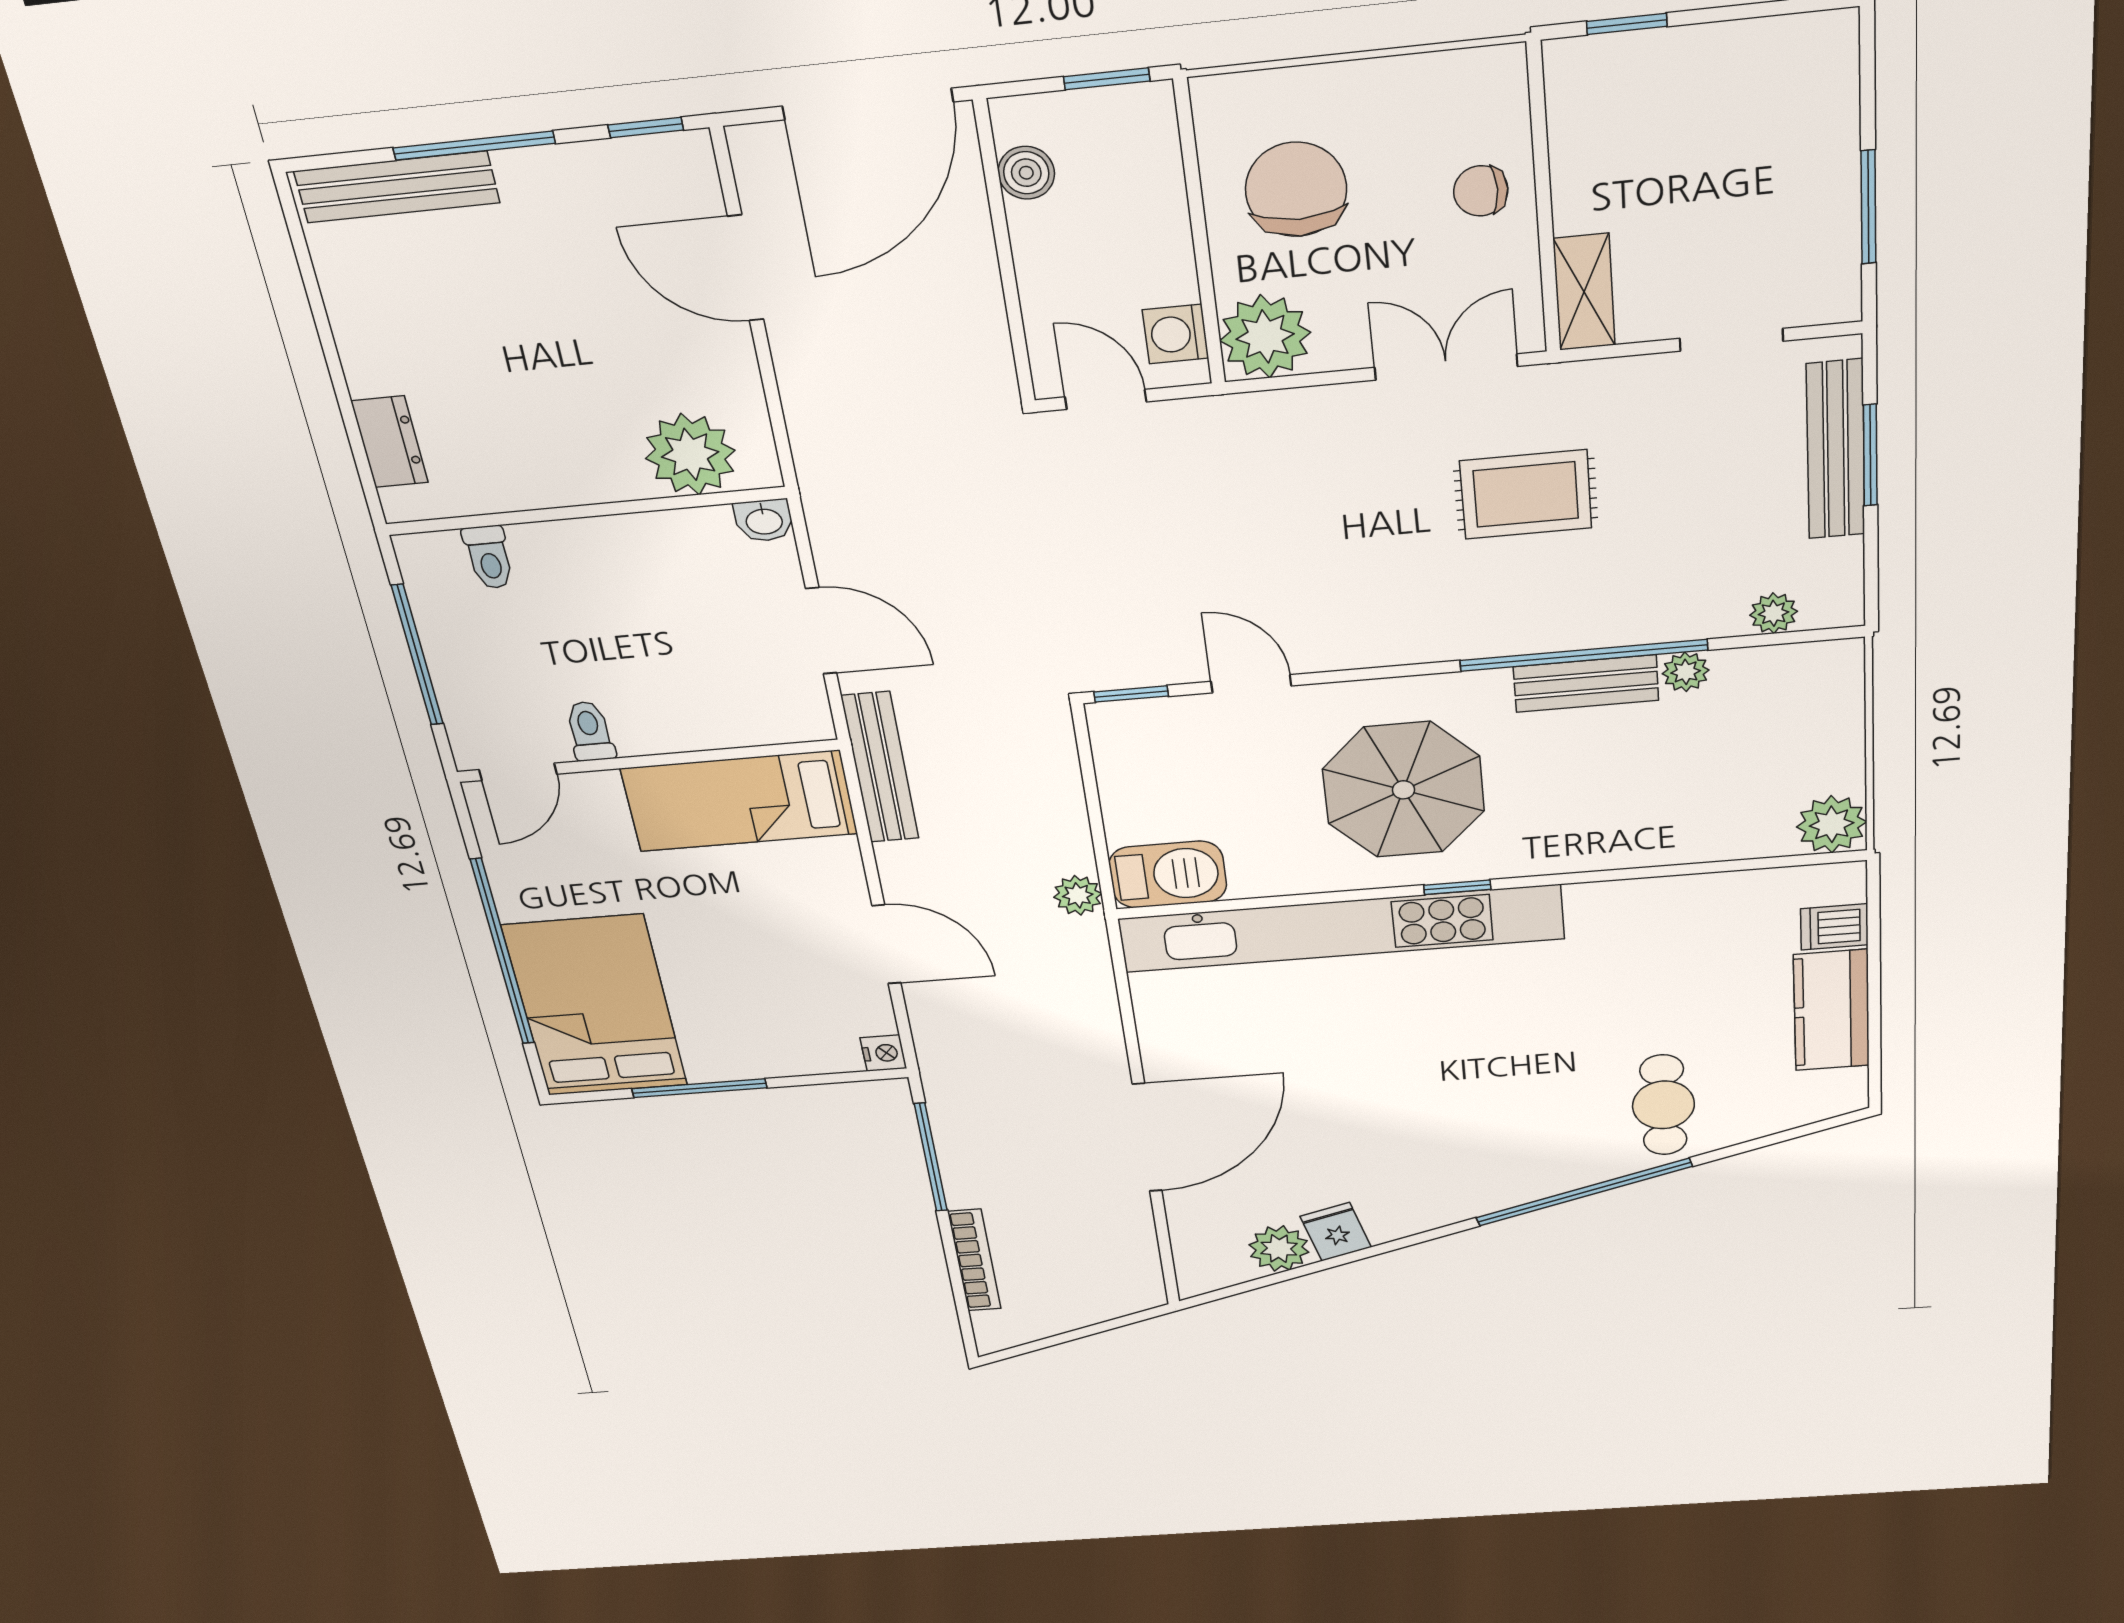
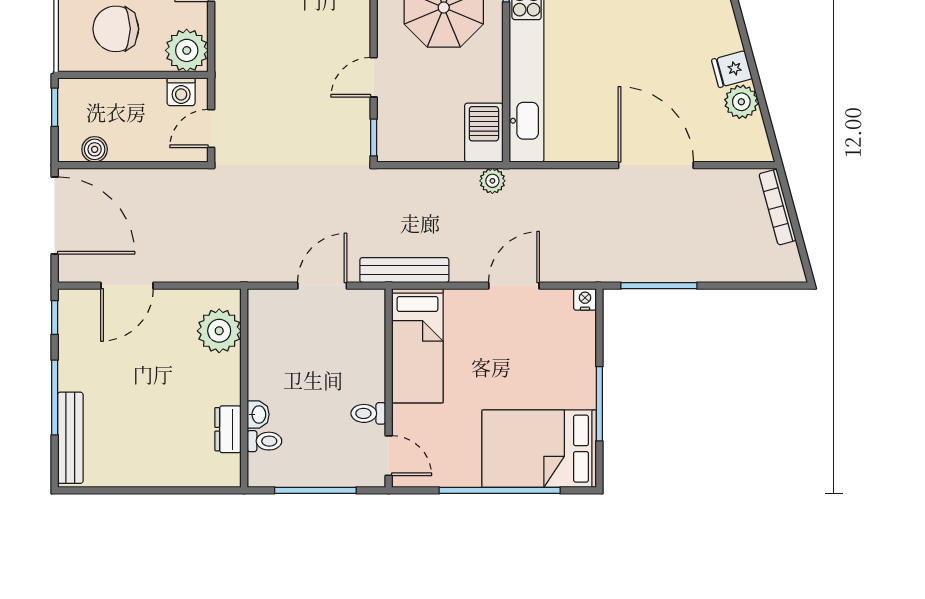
dresser: (390, 442) -> (228, 429), moved, turned -90
washbasin: (764, 520) -> (258, 414), moved
bookcase: (974, 1260) -> (778, 207), moved, turned -105

